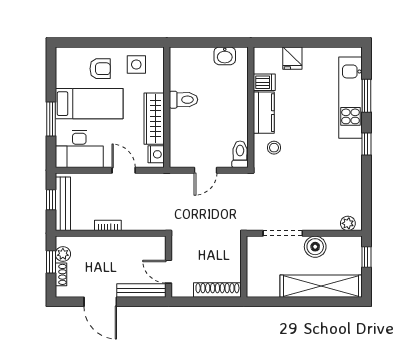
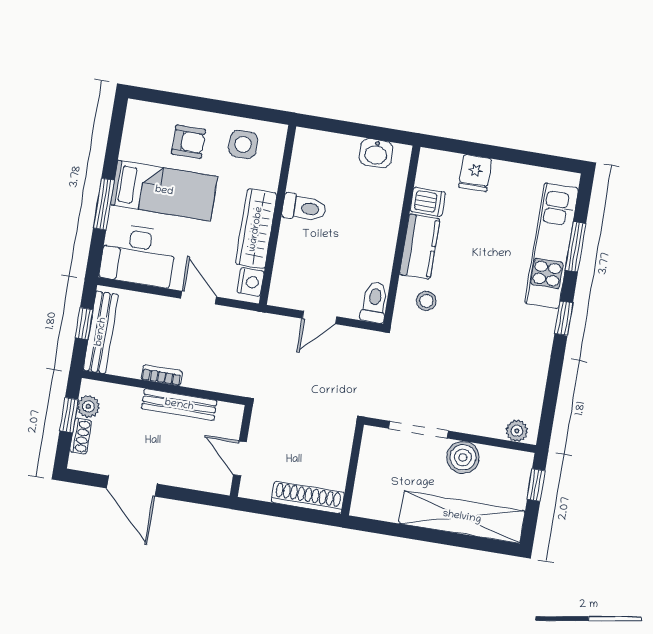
bench: (141, 290) -> (179, 405), moved

